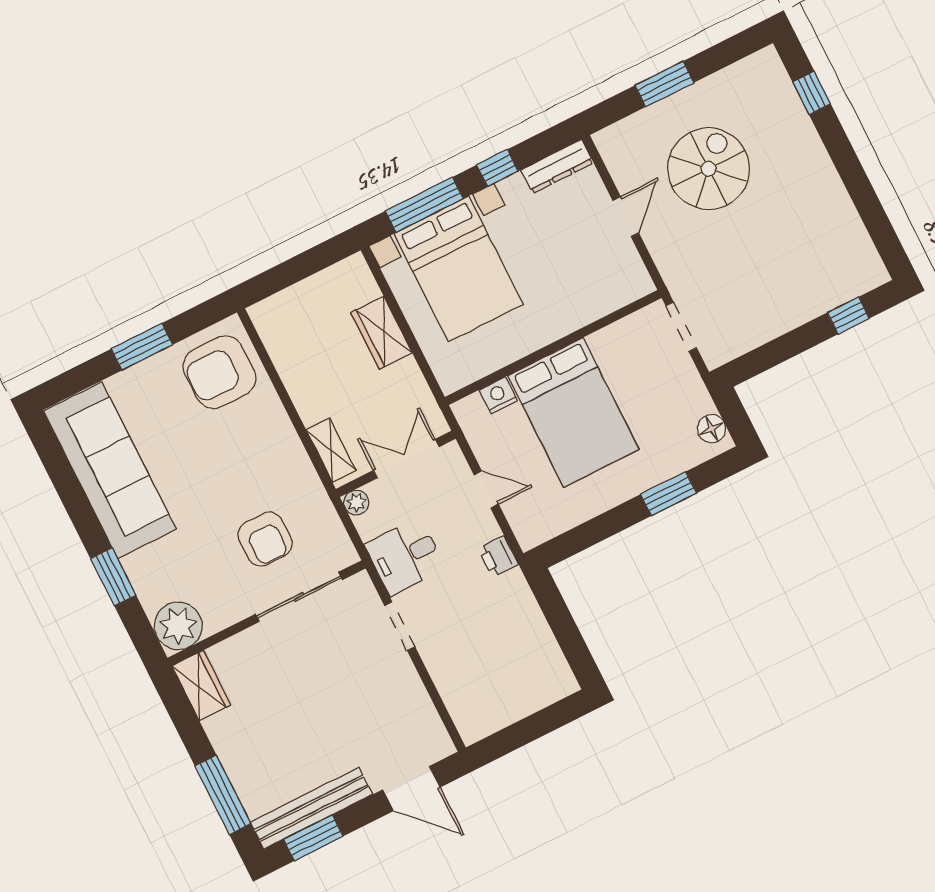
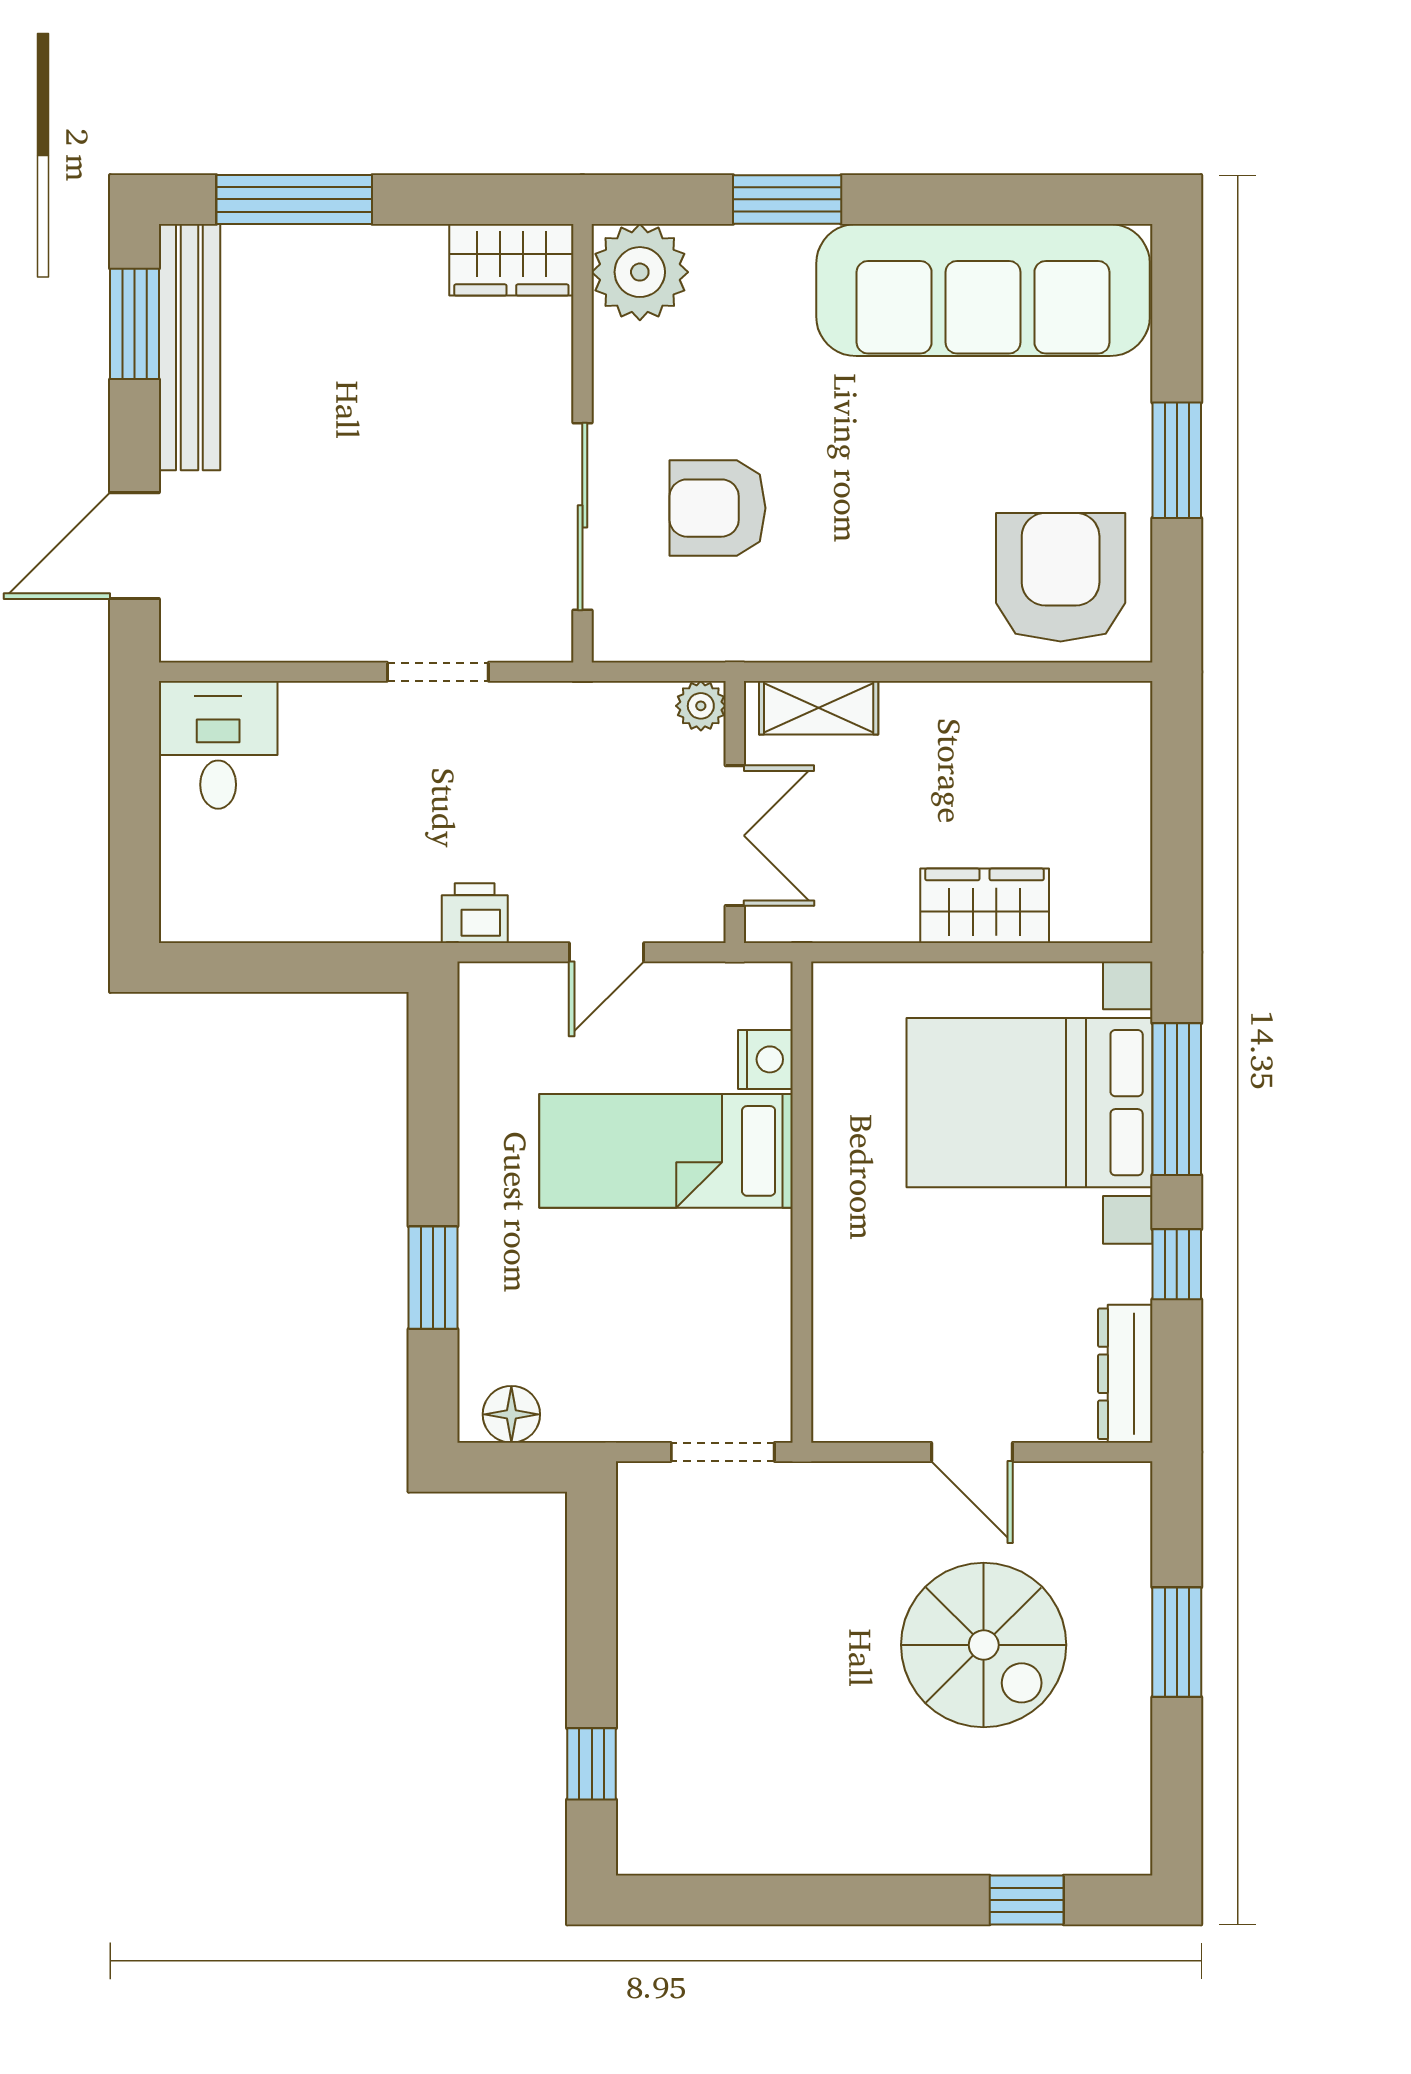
bed: (573, 413) -> (666, 1151), width x0.67
desk: (405, 556) -> (218, 745), moved

